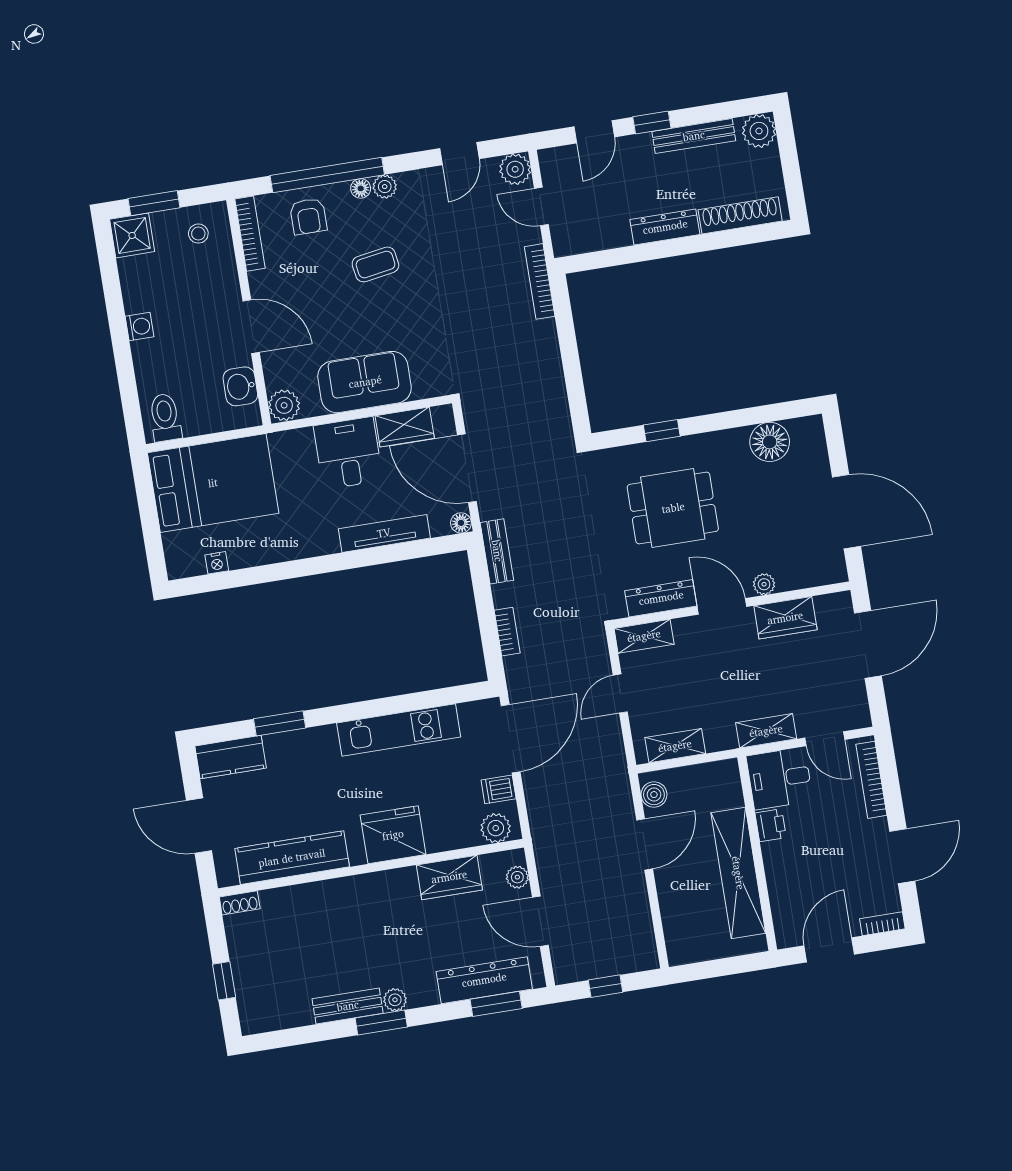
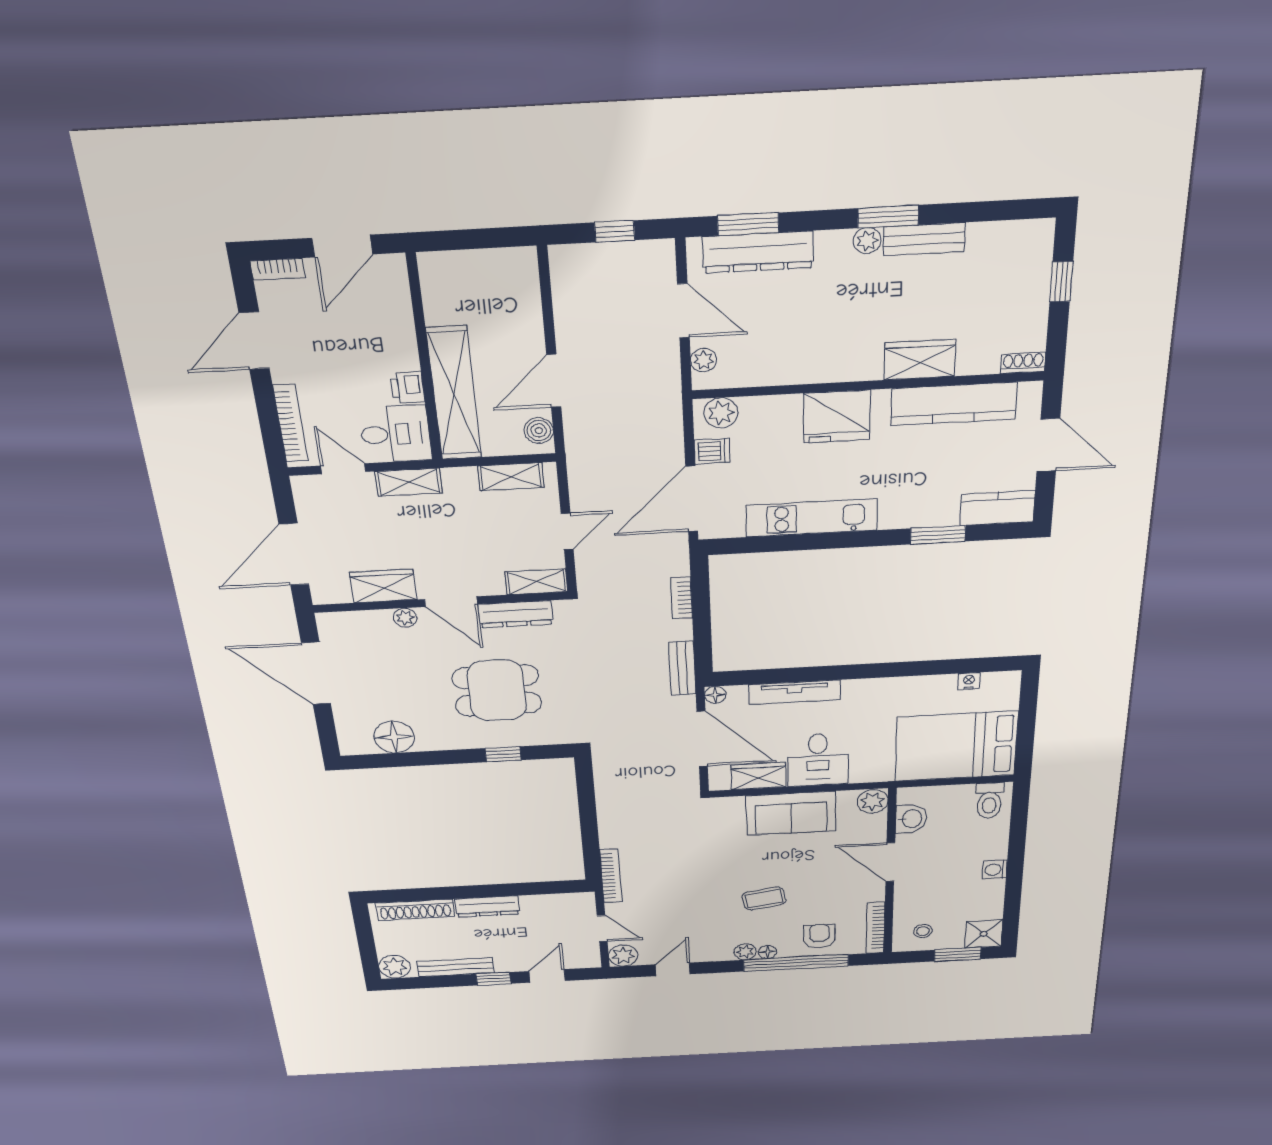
shelving: (738, 873) -> (454, 394), moved
wardrobe: (449, 877) -> (920, 360), moved

